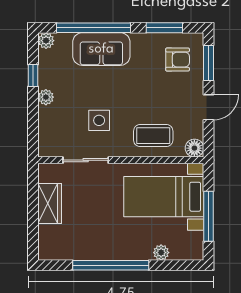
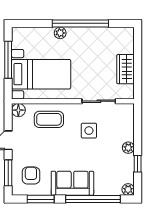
sofa: (101, 49) -> (72, 183), moved
armchair: (178, 60) -> (31, 176), turned 90
plant: (161, 253) -> (60, 33), moved

